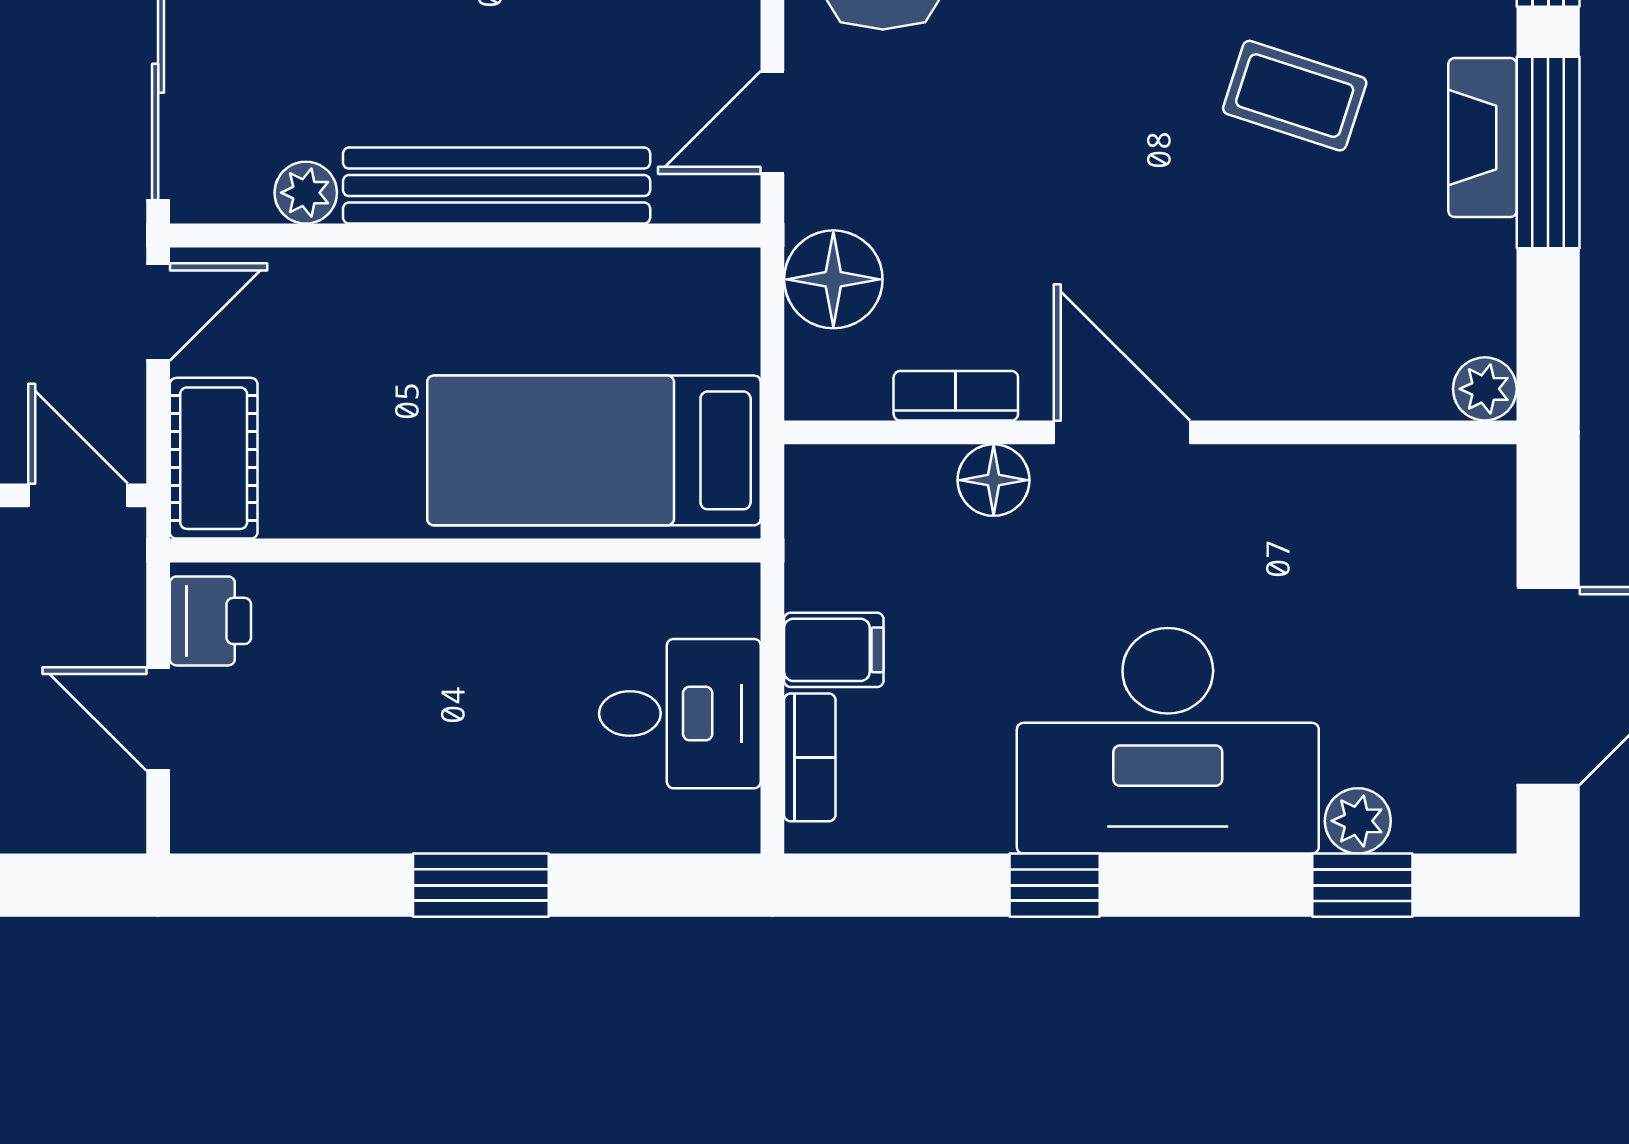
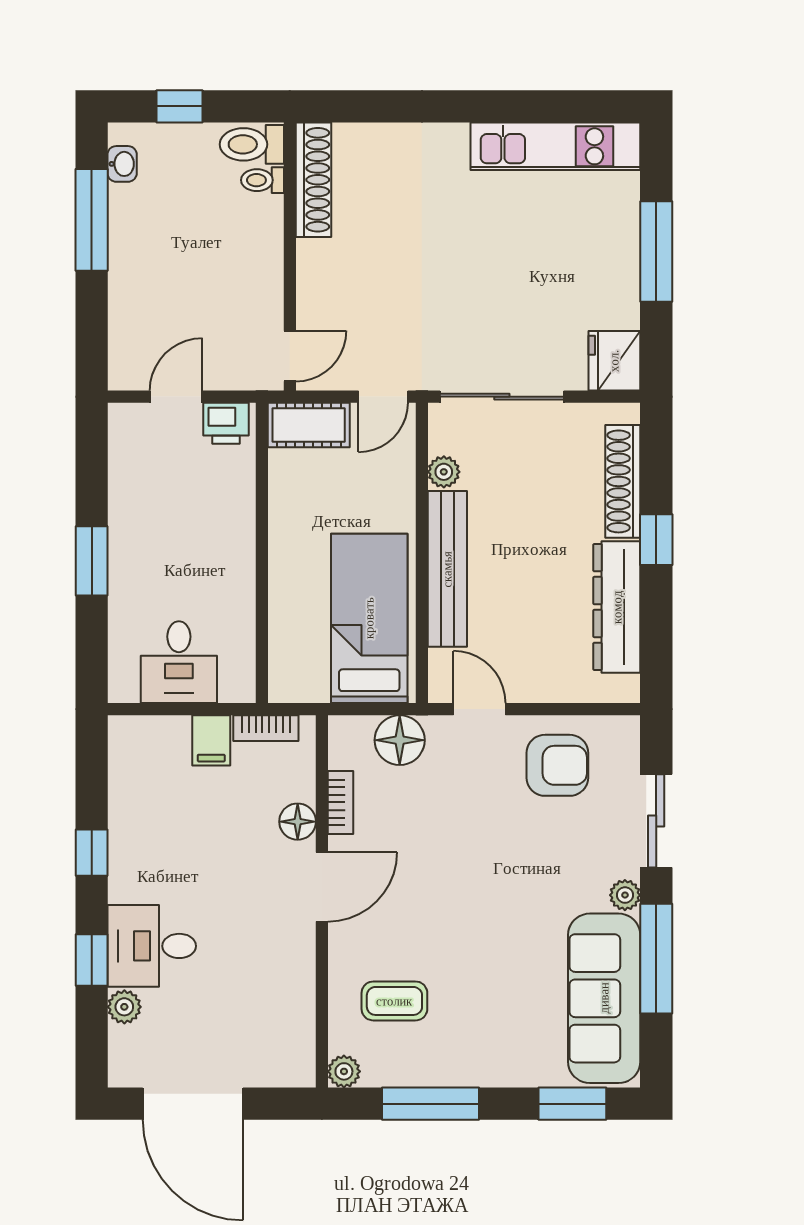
coffee table: (1295, 96) -> (394, 1001), moved, turned 72
fireplace: (1482, 138) -> (472, 1070), removed
window: (1548, 152) -> (430, 1104), moved
door: (158, 312) -> (383, 397), hinge flipped
bed: (594, 450) -> (369, 618), moved
desk: (1168, 741) -> (152, 946), width x0.53, depth x0.77
bookcase: (810, 757) -> (266, 728), moved
window: (1362, 885) -> (92, 960), moved

